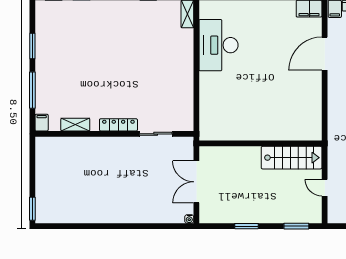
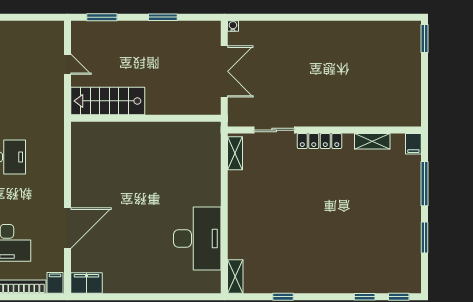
shelving: (188, 115) -> (235, 153), added

